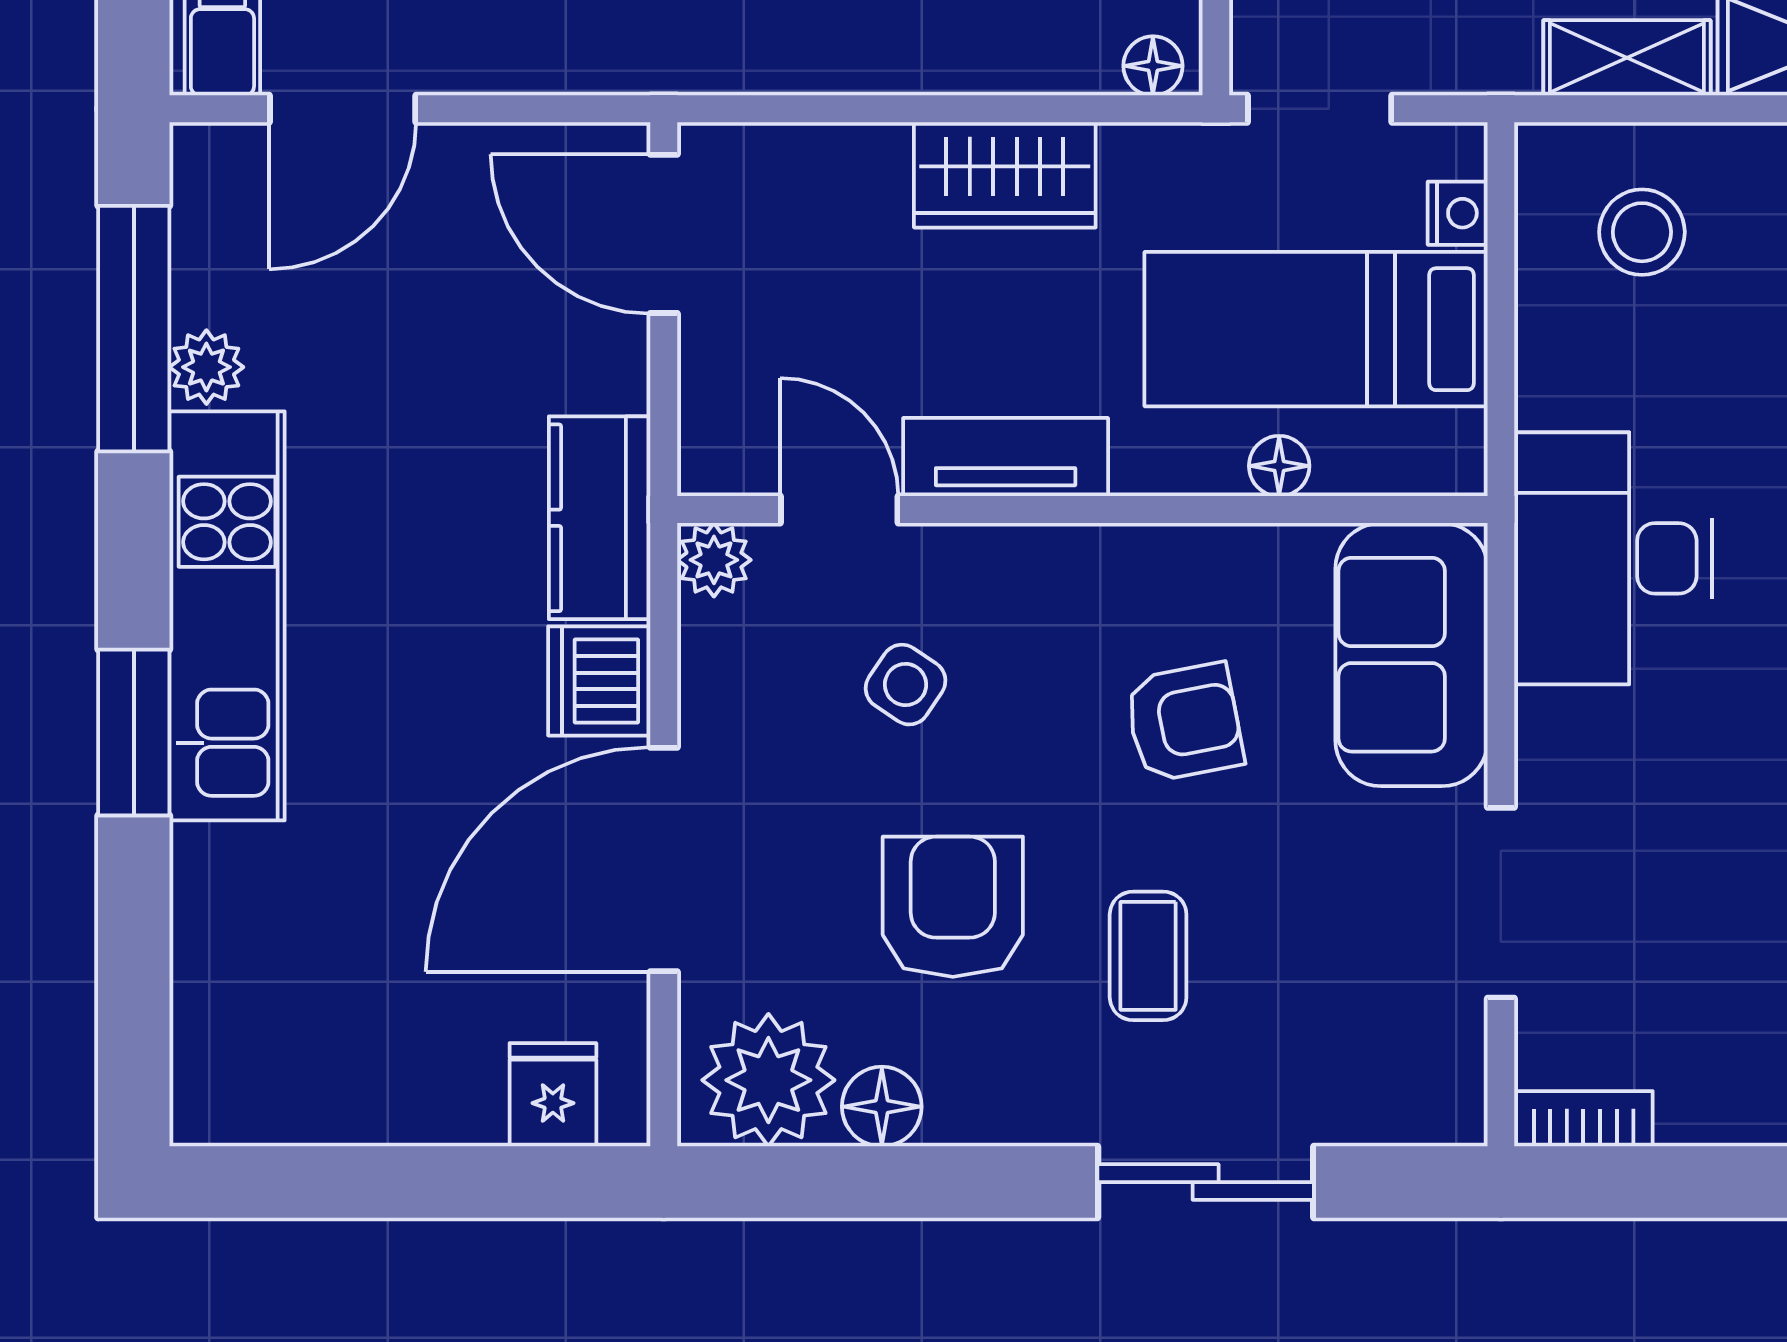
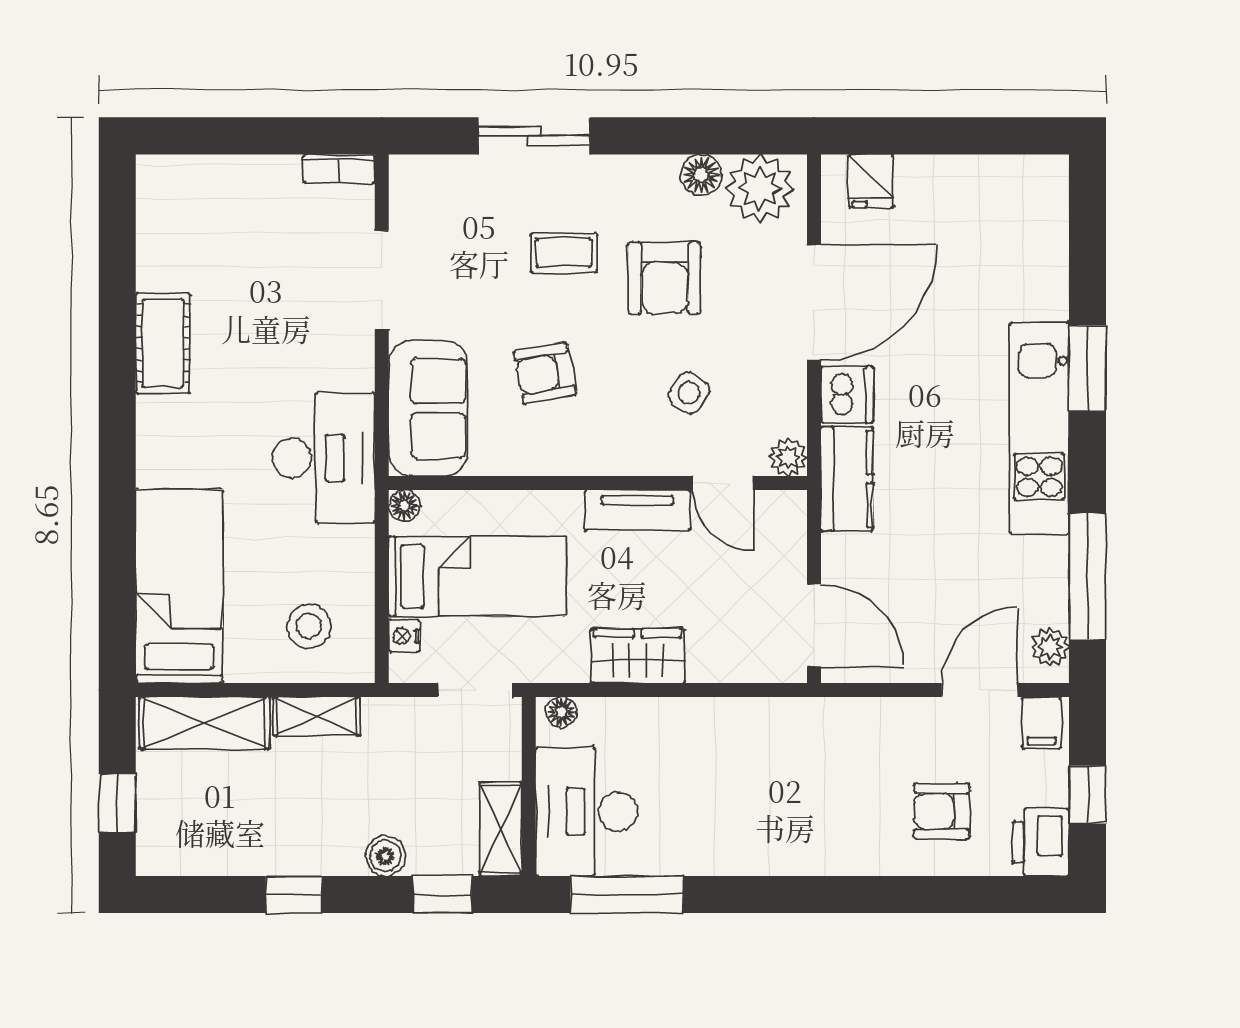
plant: (206, 367) -> (1050, 647), moved
floor lamp: (1279, 466) -> (404, 506), moved
coffee table: (1148, 956) -> (564, 253), turned 90

